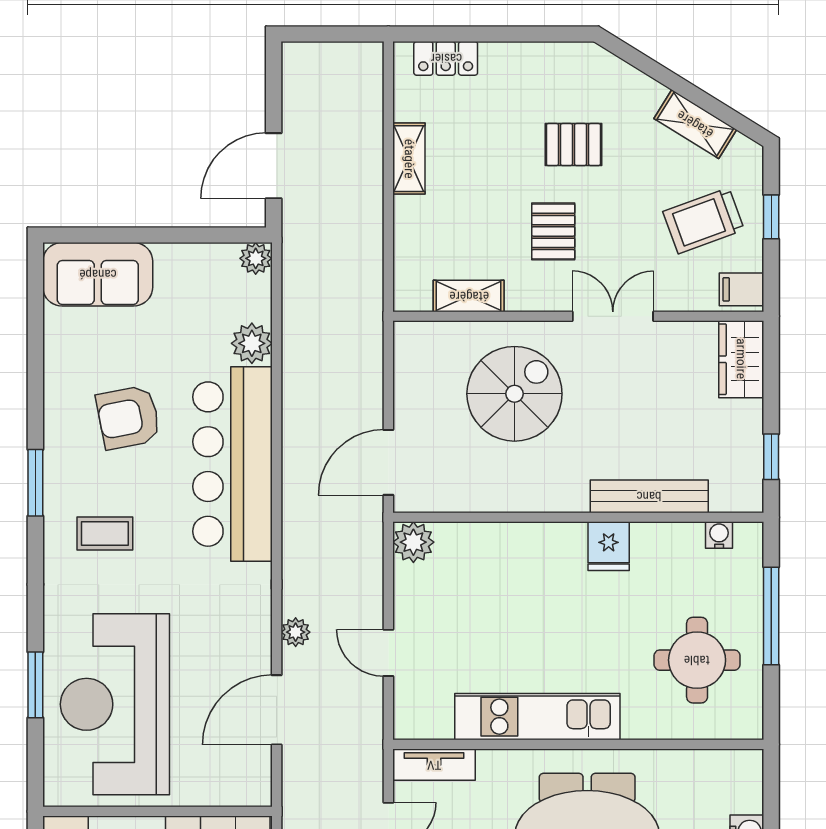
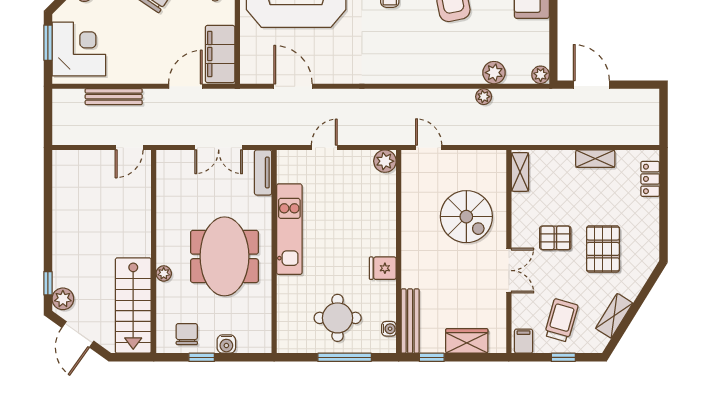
pallet: (573, 145) -> (603, 249), width x1.50, depth x1.42
trolley: (704, 221) -> (561, 320), turned 36
shelving: (469, 296) -> (520, 172), moved
wardrobe: (741, 359) -> (467, 341), moved
door: (388, 462) -> (429, 147), width x0.73
bar counter: (233, 464) -> (428, 62), removed
bench: (649, 496) -> (410, 321), moved
plant: (296, 632) -> (484, 97), moved
round table: (697, 660) -> (338, 318), moved

